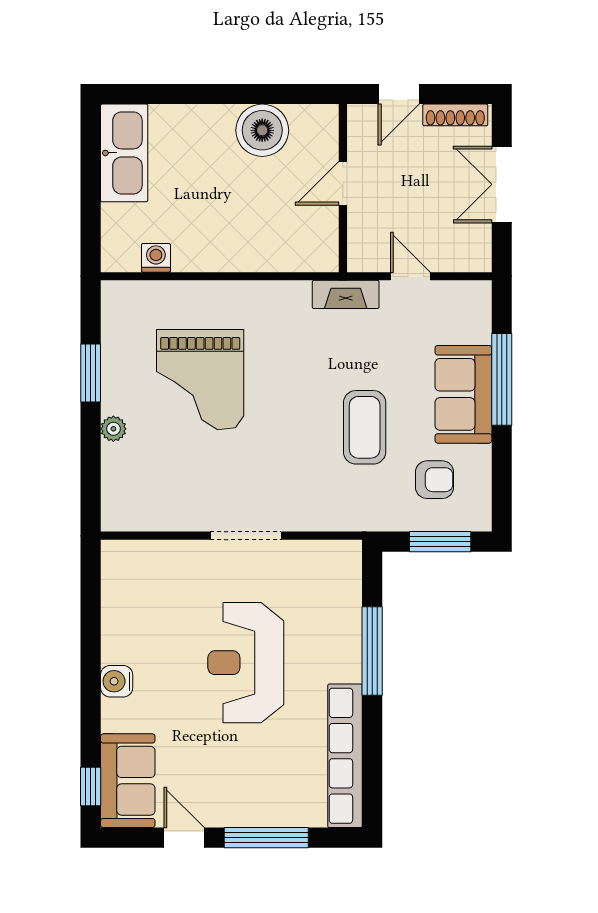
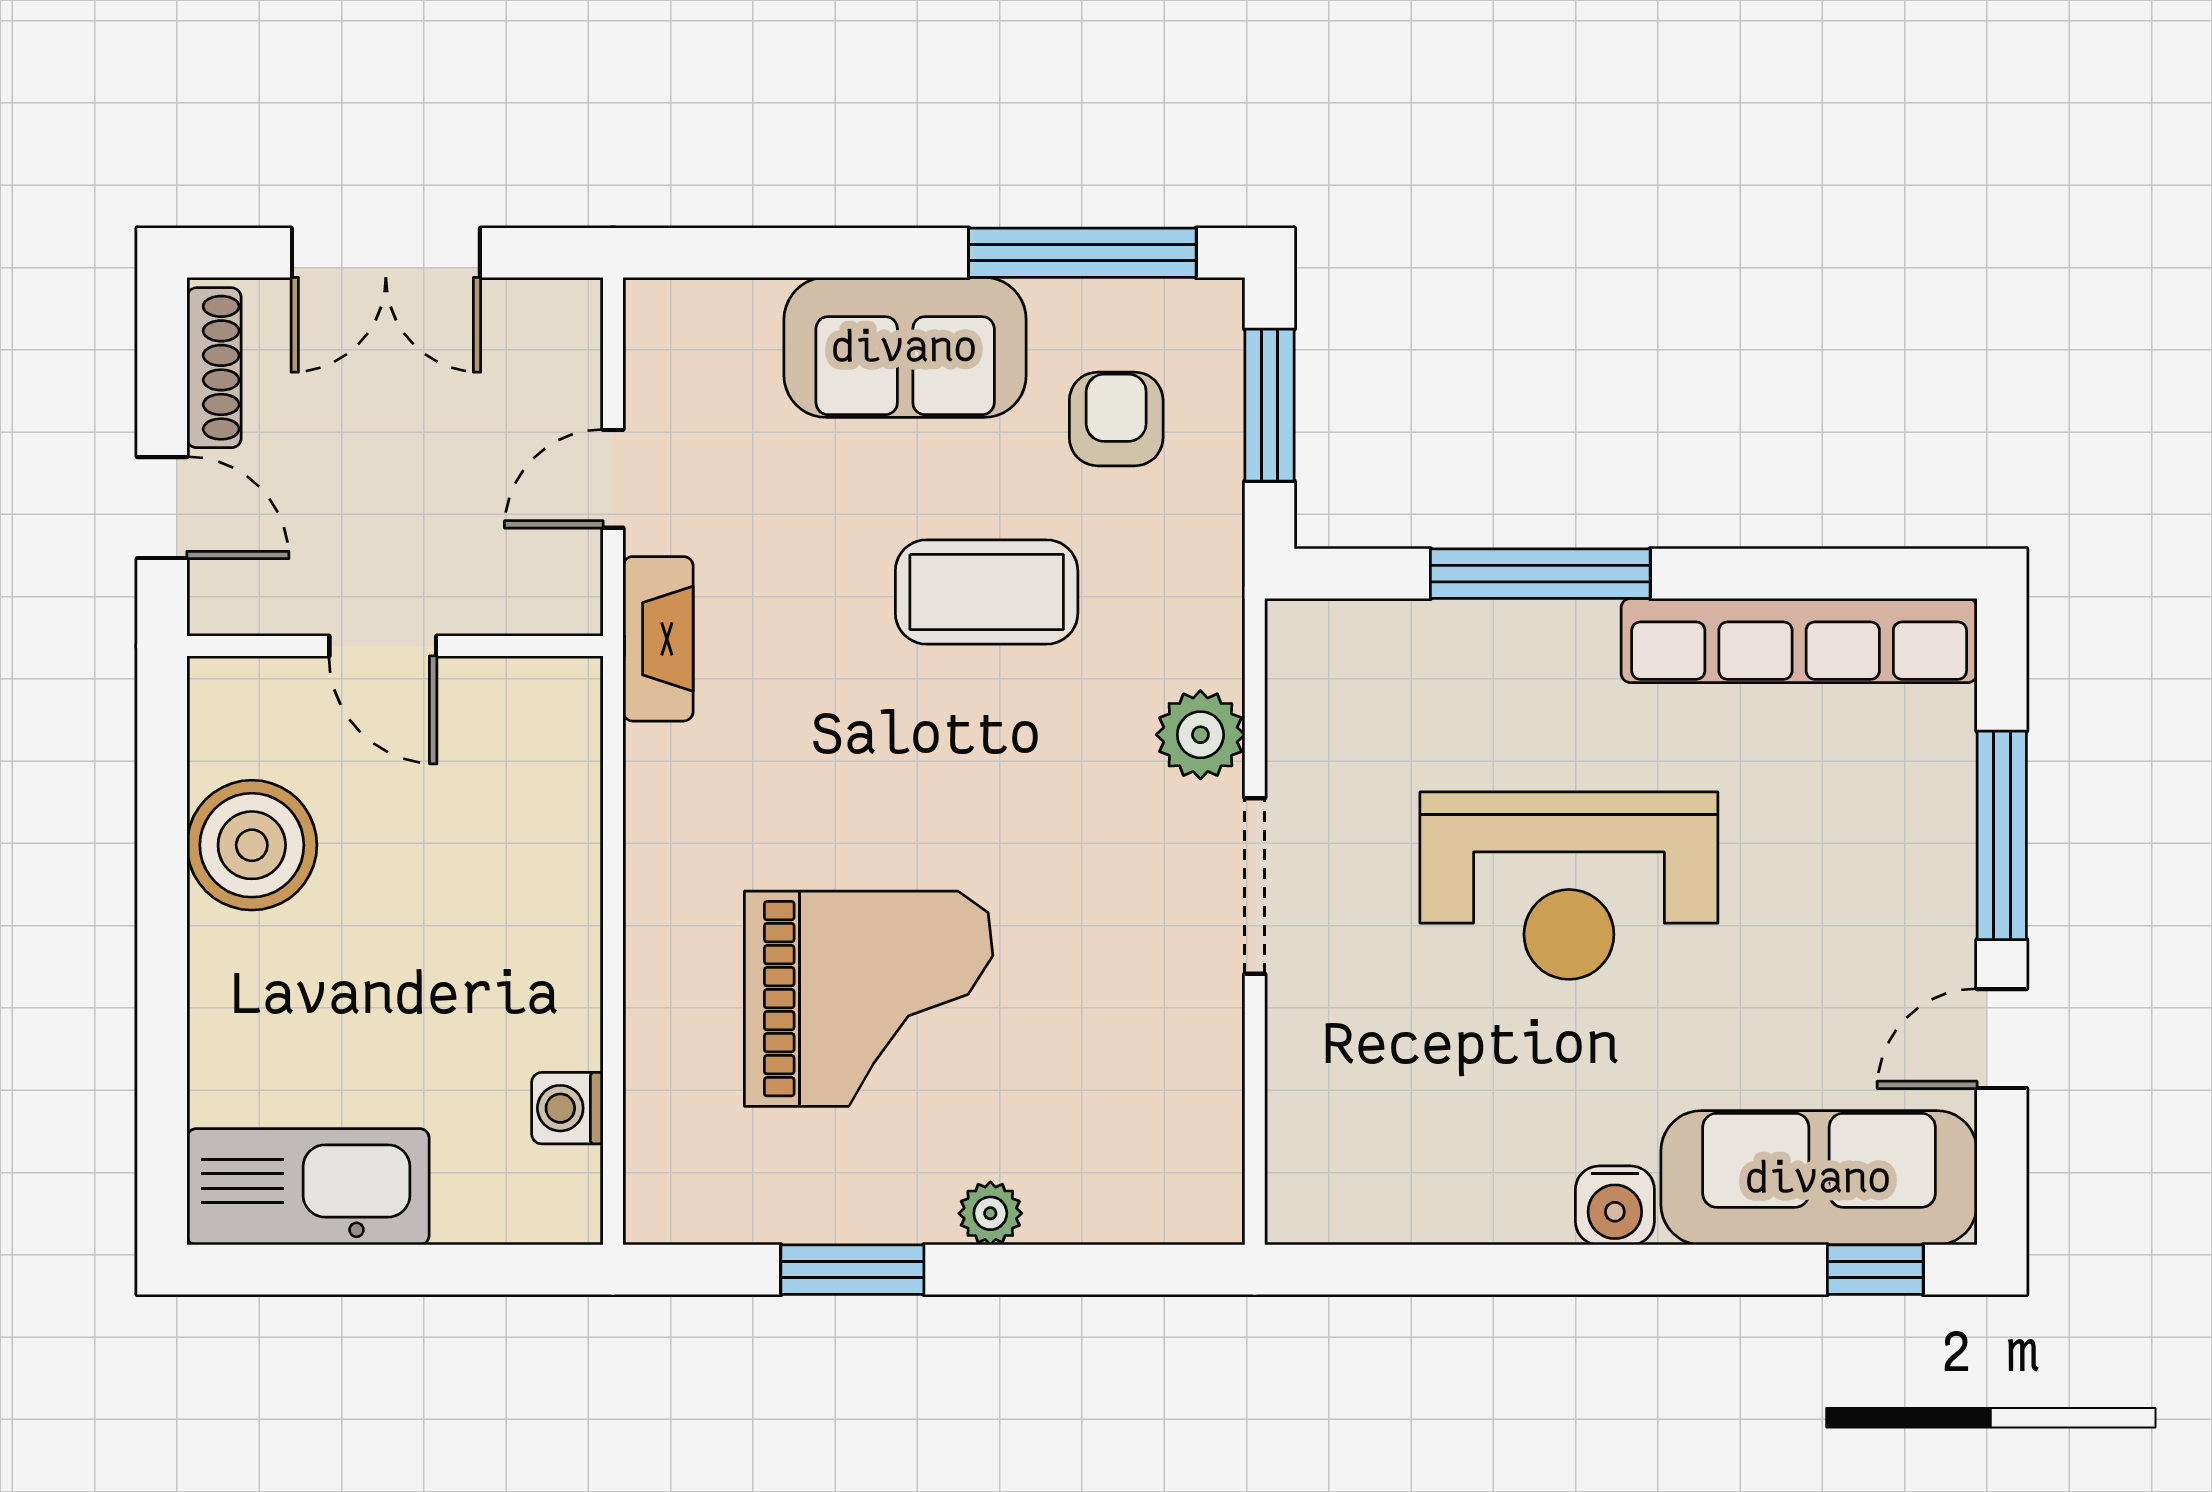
window: (502, 379) -> (1082, 253), moved
plant: (307, 514) -> (1200, 735), added
sofa: (128, 781) -> (1819, 1178), width x1.36

